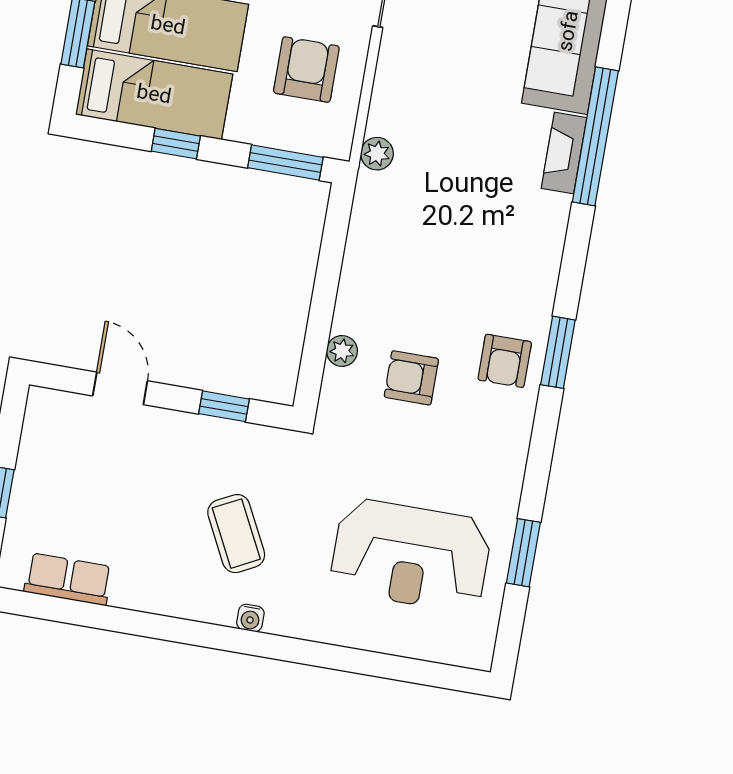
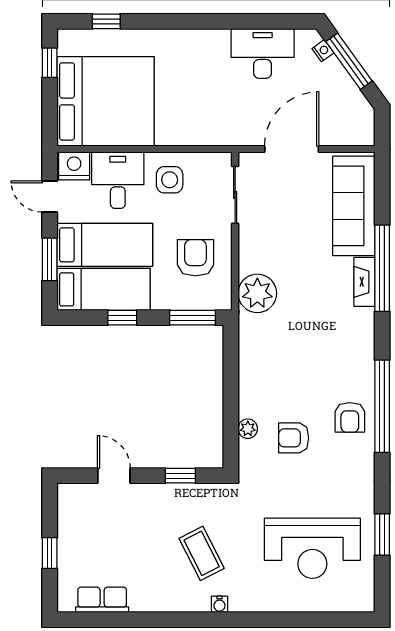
plant: (377, 154) -> (257, 293), width x1.88, depth x1.88
window: (558, 352) -> (382, 406), width x2.11

